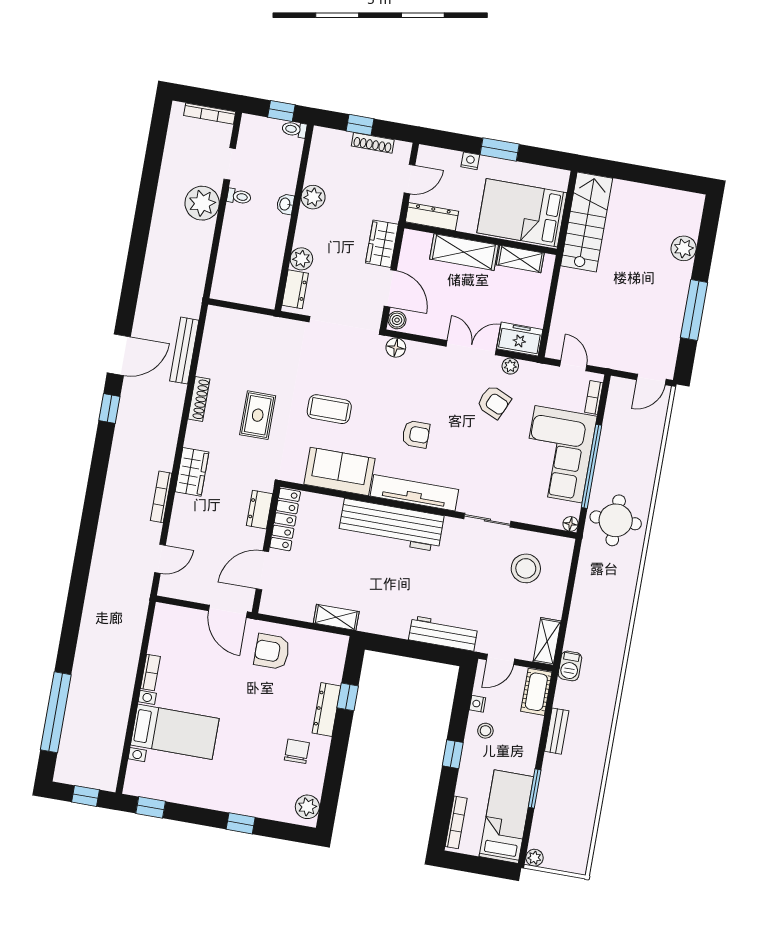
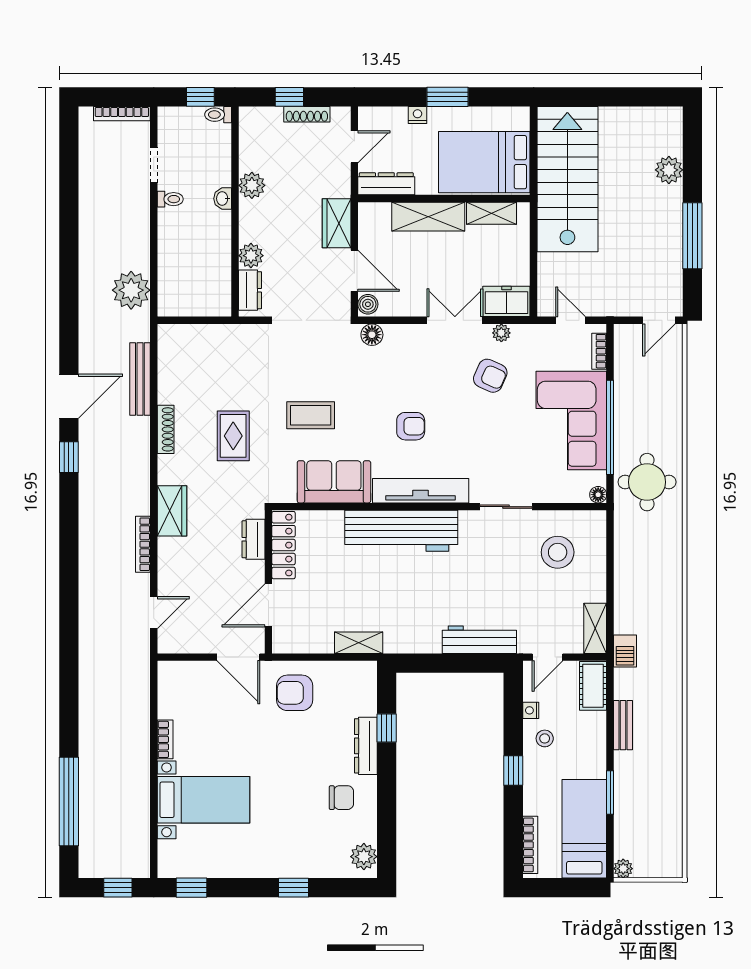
plant: (202, 203) -> (131, 290), moved
stairs: (587, 222) -> (567, 179), width x1.36, depth x1.51
chair: (297, 751) -> (341, 798), turned 90

